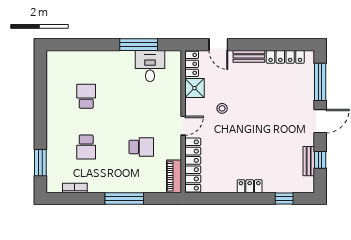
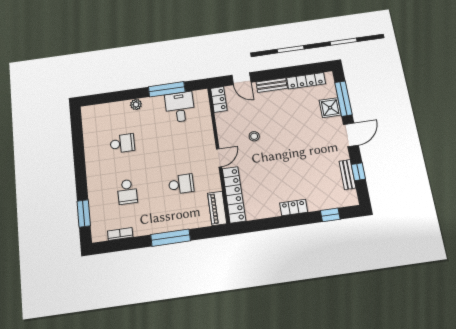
plant: (105, 56) -> (136, 104), added
shower: (194, 88) -> (330, 108), moved
school desk: (86, 96) -> (122, 143), turned 90

